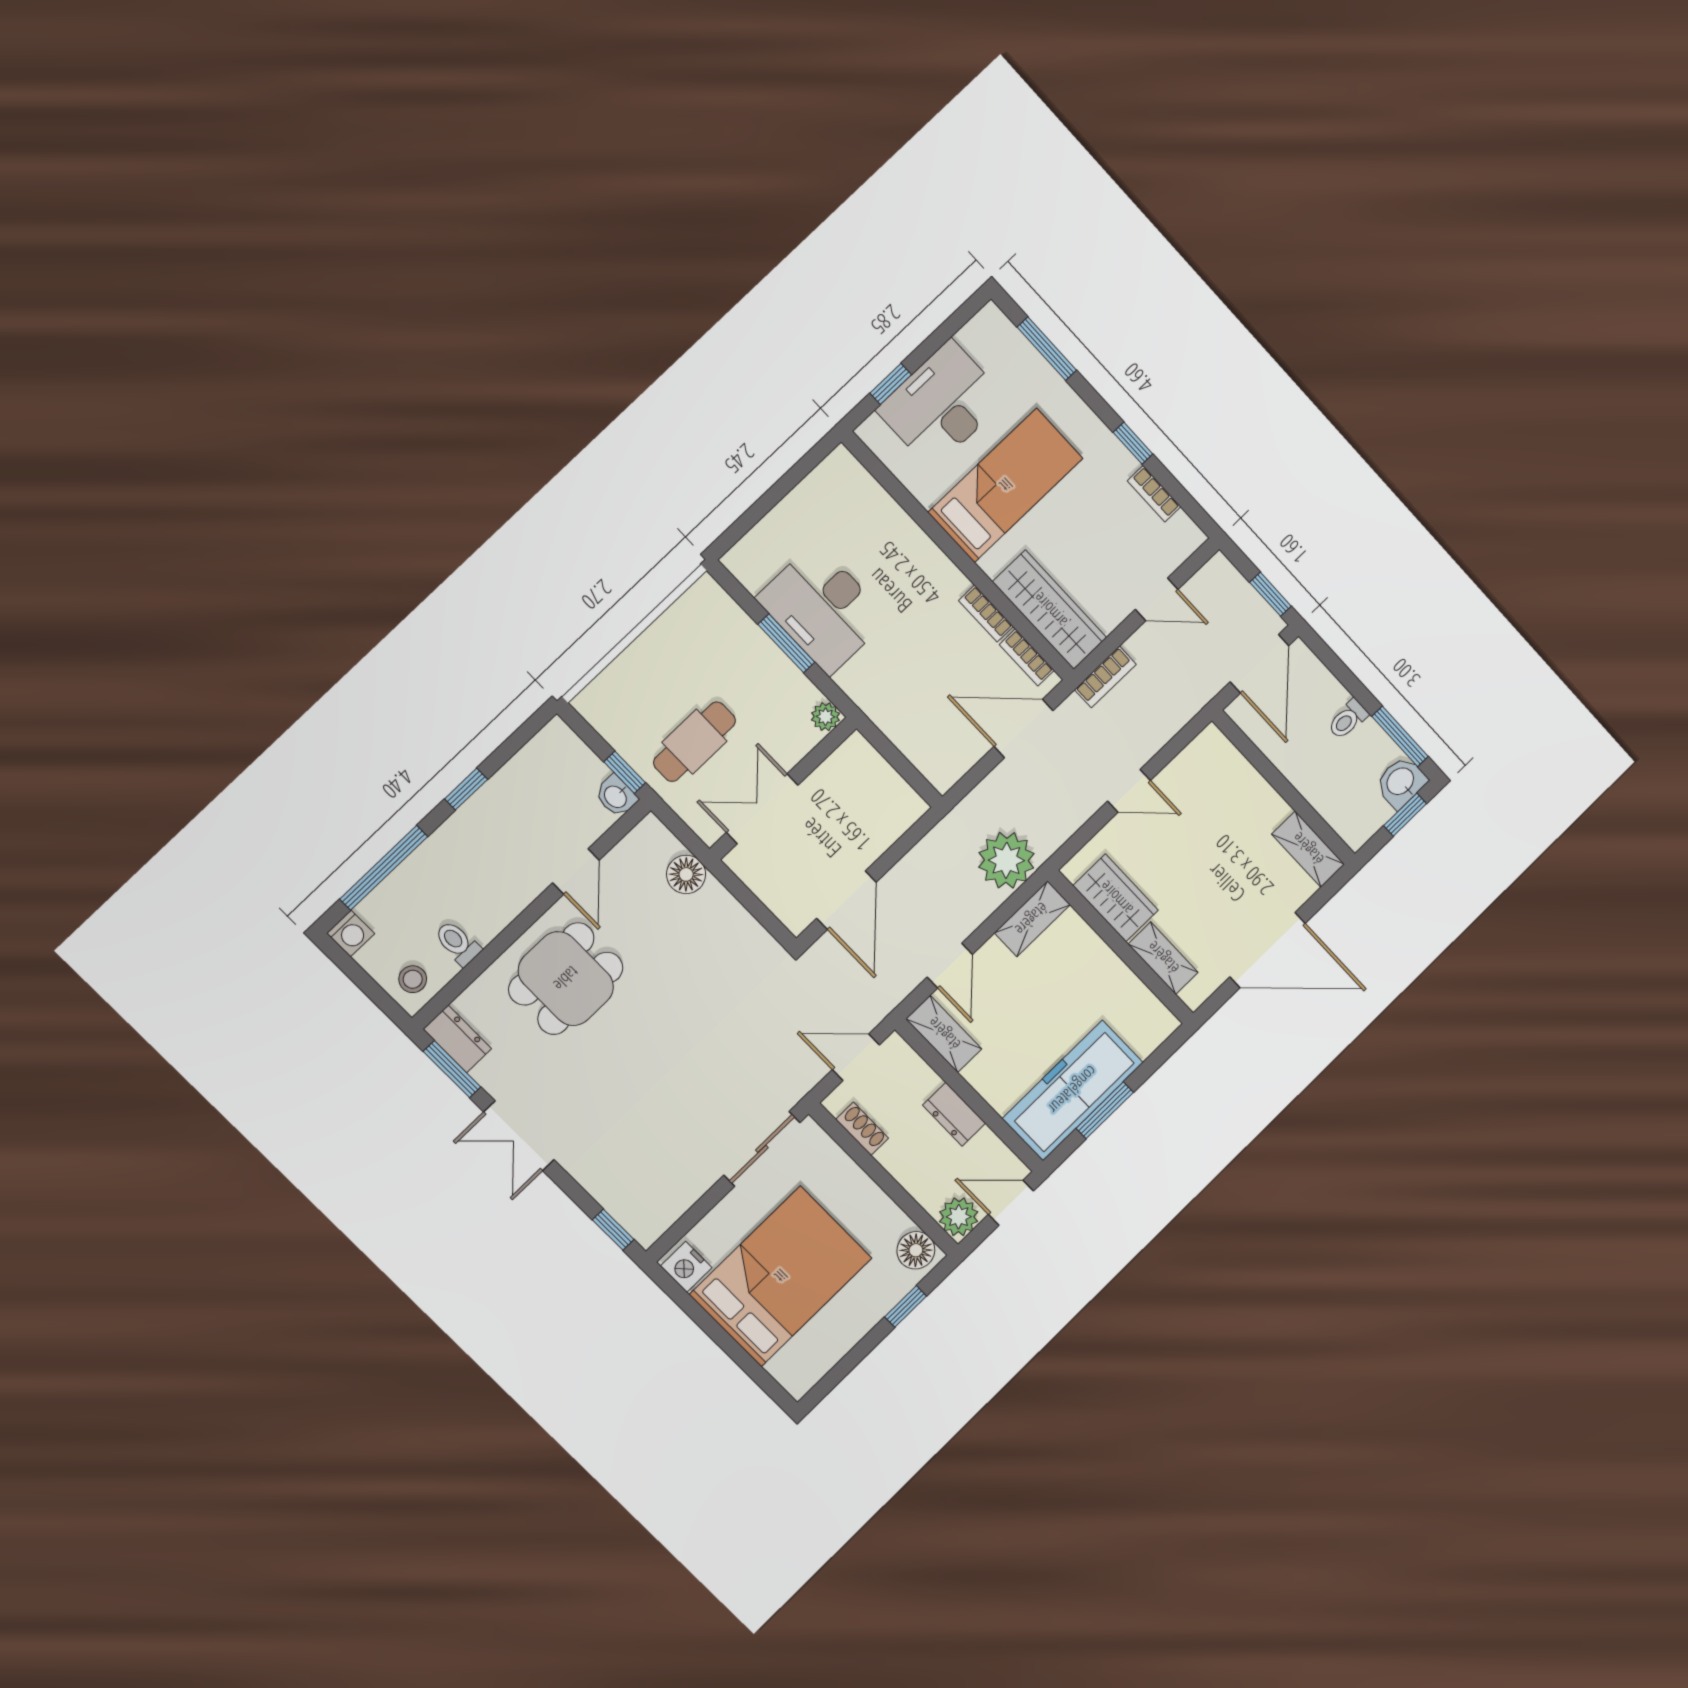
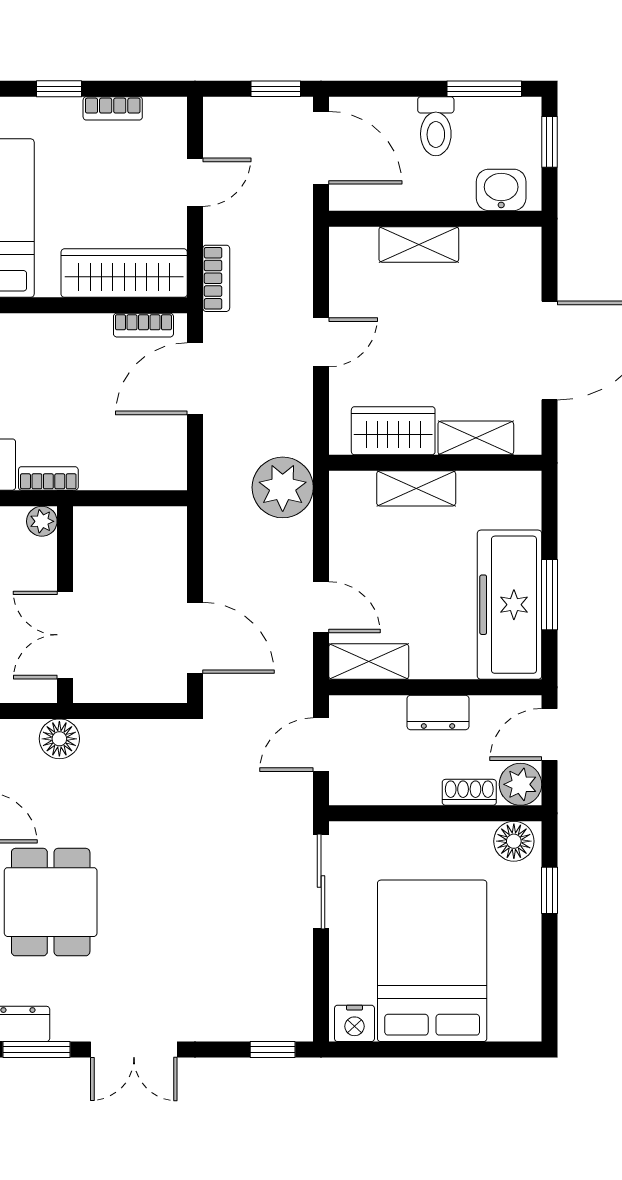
bookcase: (986, 614) -> (48, 478), moved, turned 180
toilet: (1348, 719) -> (436, 126), width x1.37, depth x1.39
washbasin: (1401, 782) -> (501, 190), moved, turned 90
shelving: (1308, 849) -> (419, 244), moved
shelving: (1032, 919) -> (416, 488), moved, turned 90
shoe rack: (862, 1129) -> (469, 792), moved

